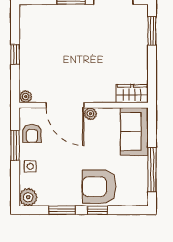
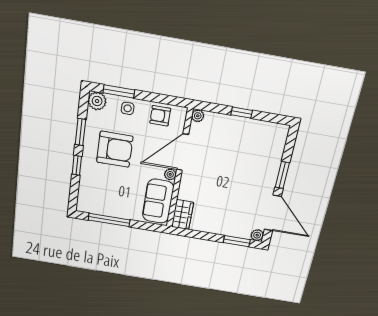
plant: (141, 11) -> (257, 235), added
sofa: (134, 132) -> (158, 201), moved, turned -90
window: (15, 145) -> (119, 91), moved
armchair: (99, 187) -> (115, 149), moved, turned 90

